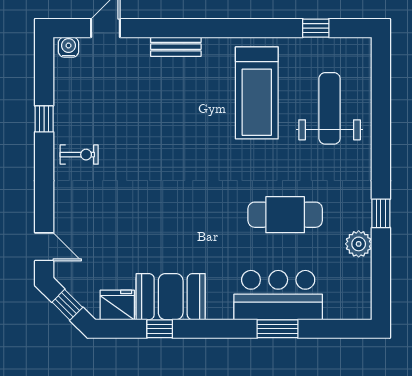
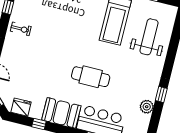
cafe table: (285, 215) -> (91, 77), moved
booth: (171, 297) -> (61, 113), moved

